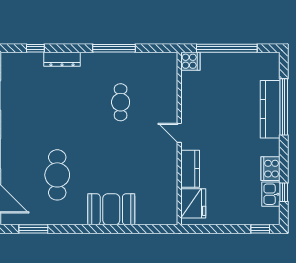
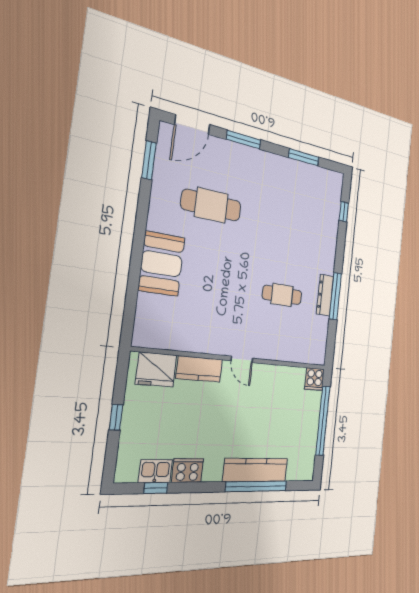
dresser: (62, 59) -> (325, 295), moved
door: (179, 133) -> (242, 359), swing flipped
window: (260, 229) -> (116, 417), moved

